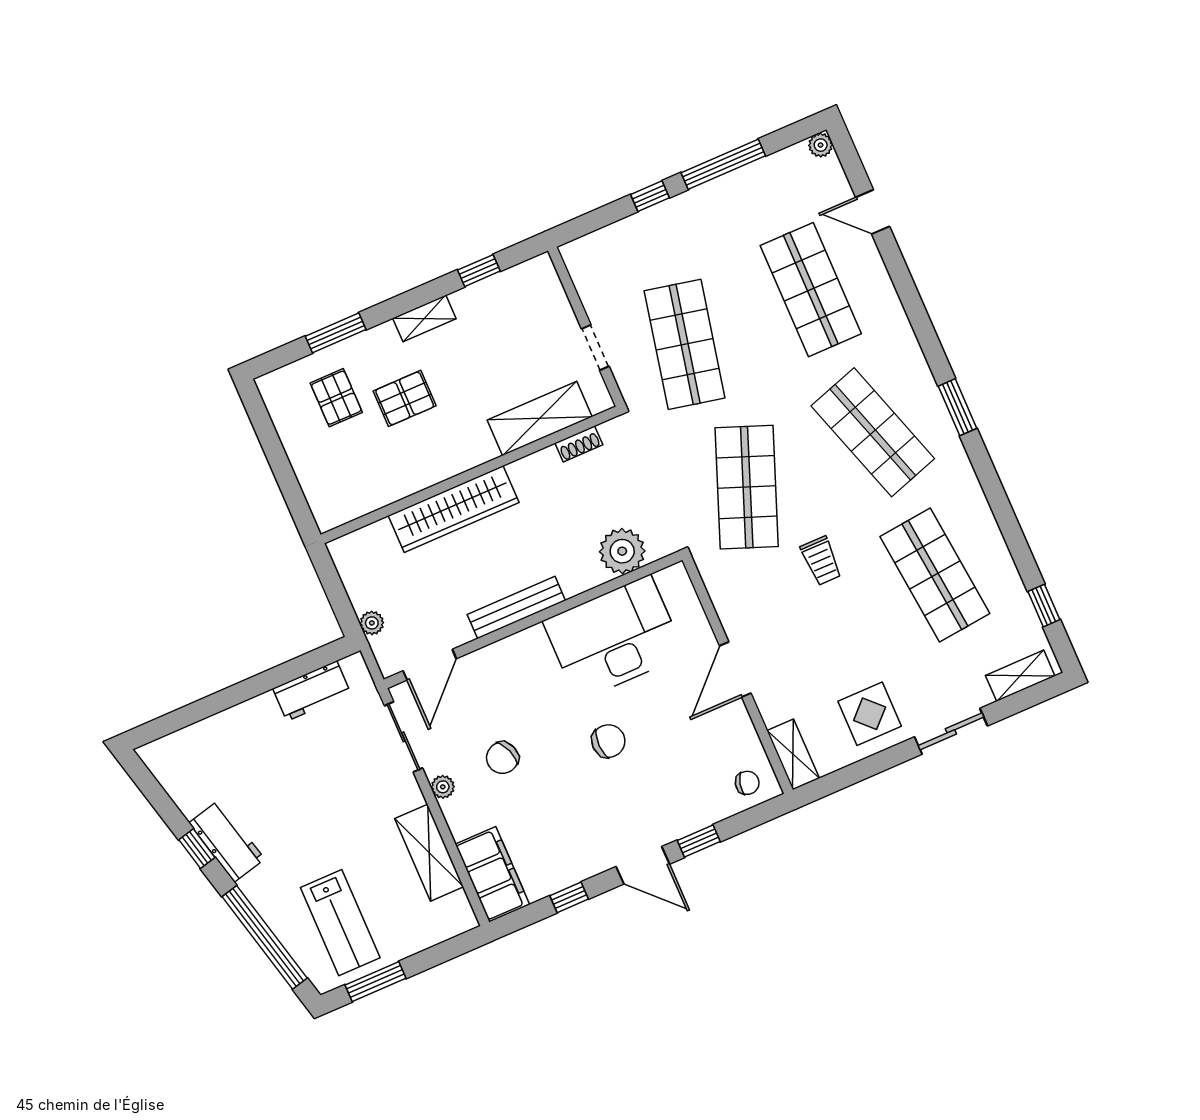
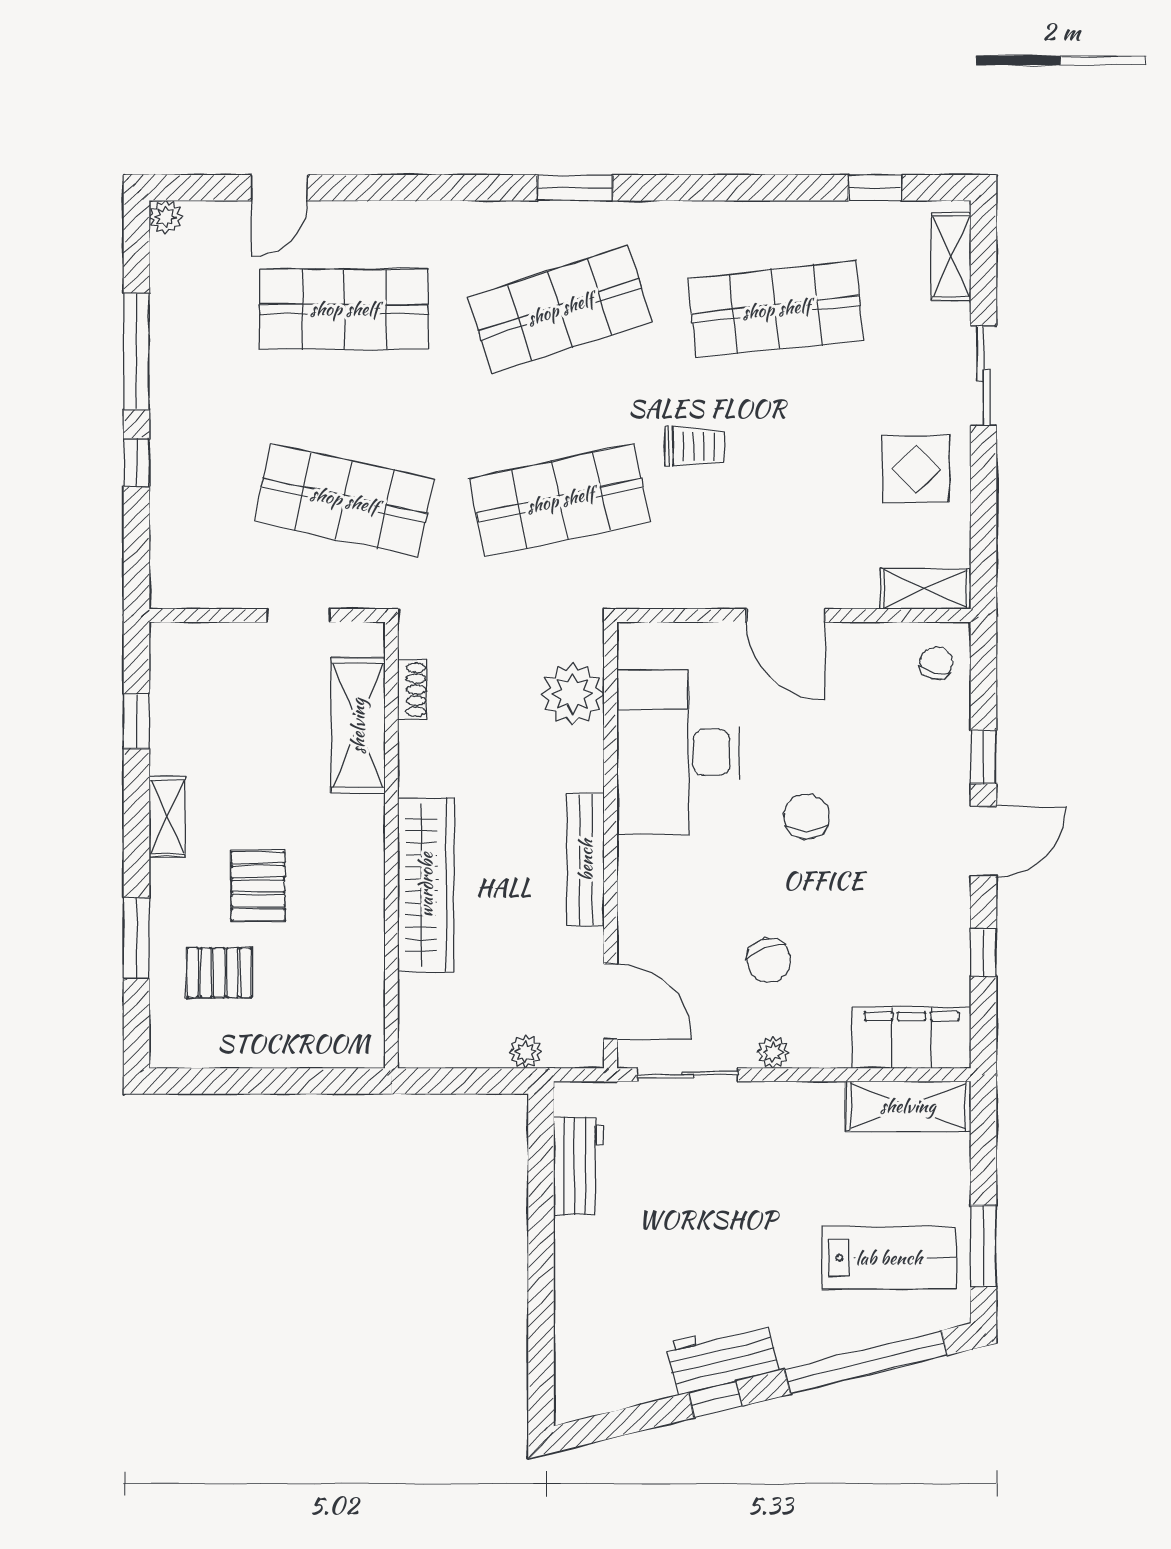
shop shelf: (747, 487) -> (560, 500), turned -33
shelving: (429, 853) -> (908, 1106), moved

